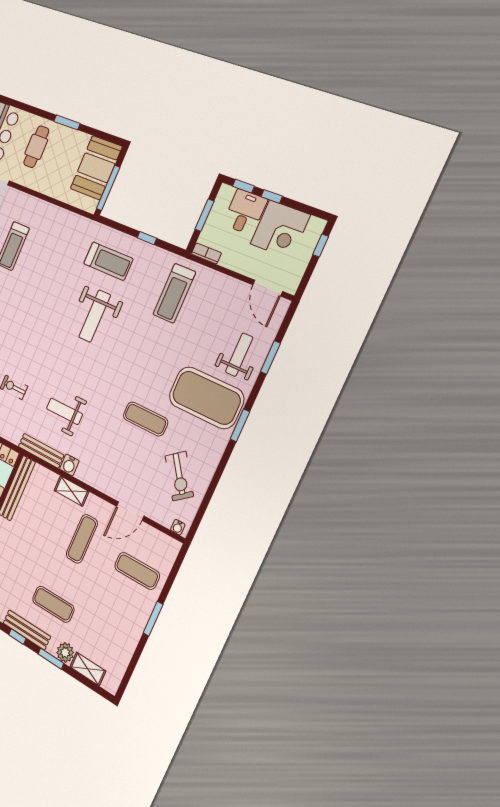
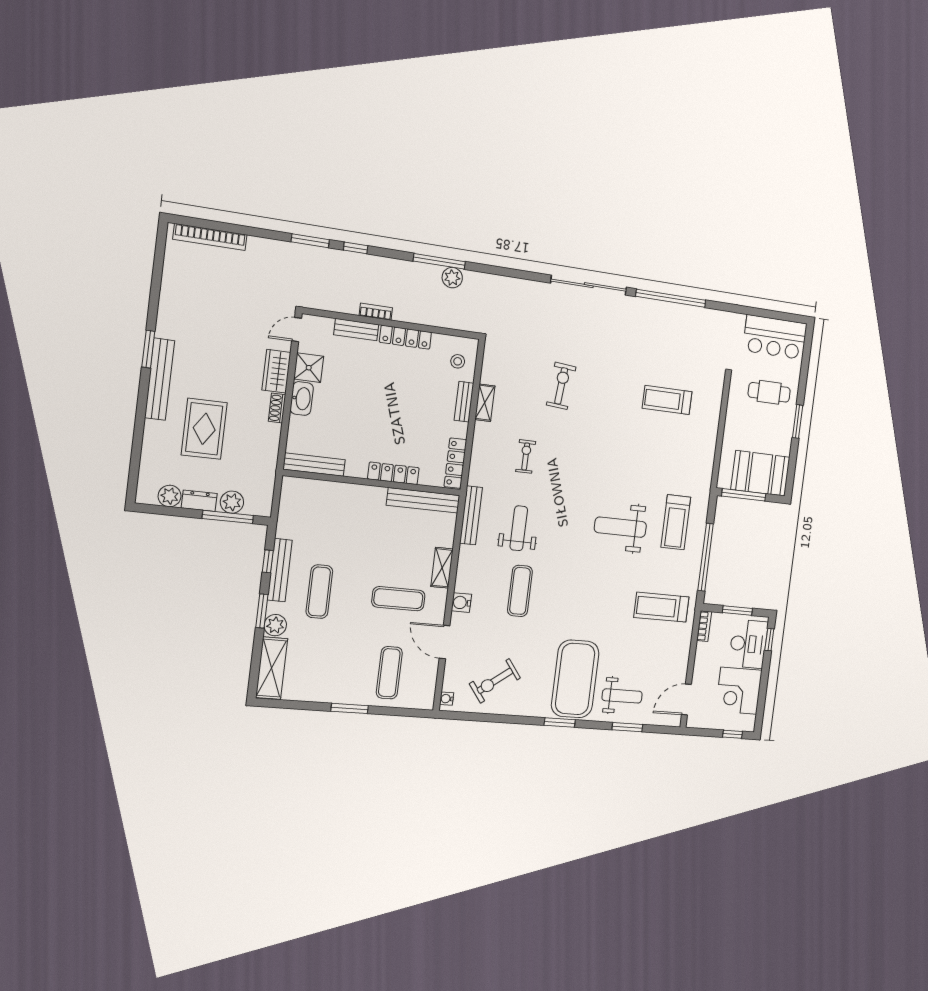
window: (272, 196) -> (765, 671), removed
desk: (245, 212) -> (748, 644), width x1.37
window: (147, 238) -> (706, 557), width x3.17
exercise mat: (145, 419) -> (520, 591), moved
water cooler: (69, 465) -> (461, 603), moved
shelving: (88, 669) -> (272, 668), width x1.50, depth x1.33

